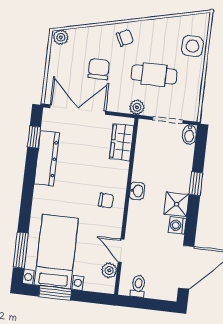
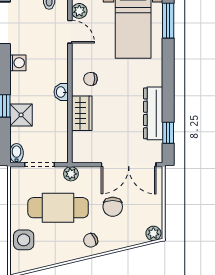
cafe table: (154, 75) -> (58, 208), width x1.37, depth x1.35
wardrobe: (122, 142) -> (82, 113), moved
shower: (177, 204) -> (21, 115), moved

